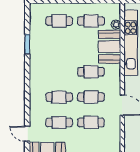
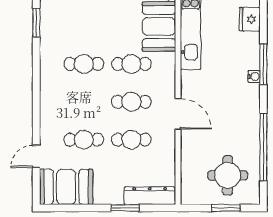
cafe table: (59, 97) -> (84, 64), moved
door: (27, 134) -> (36, 157), hinge flipped

